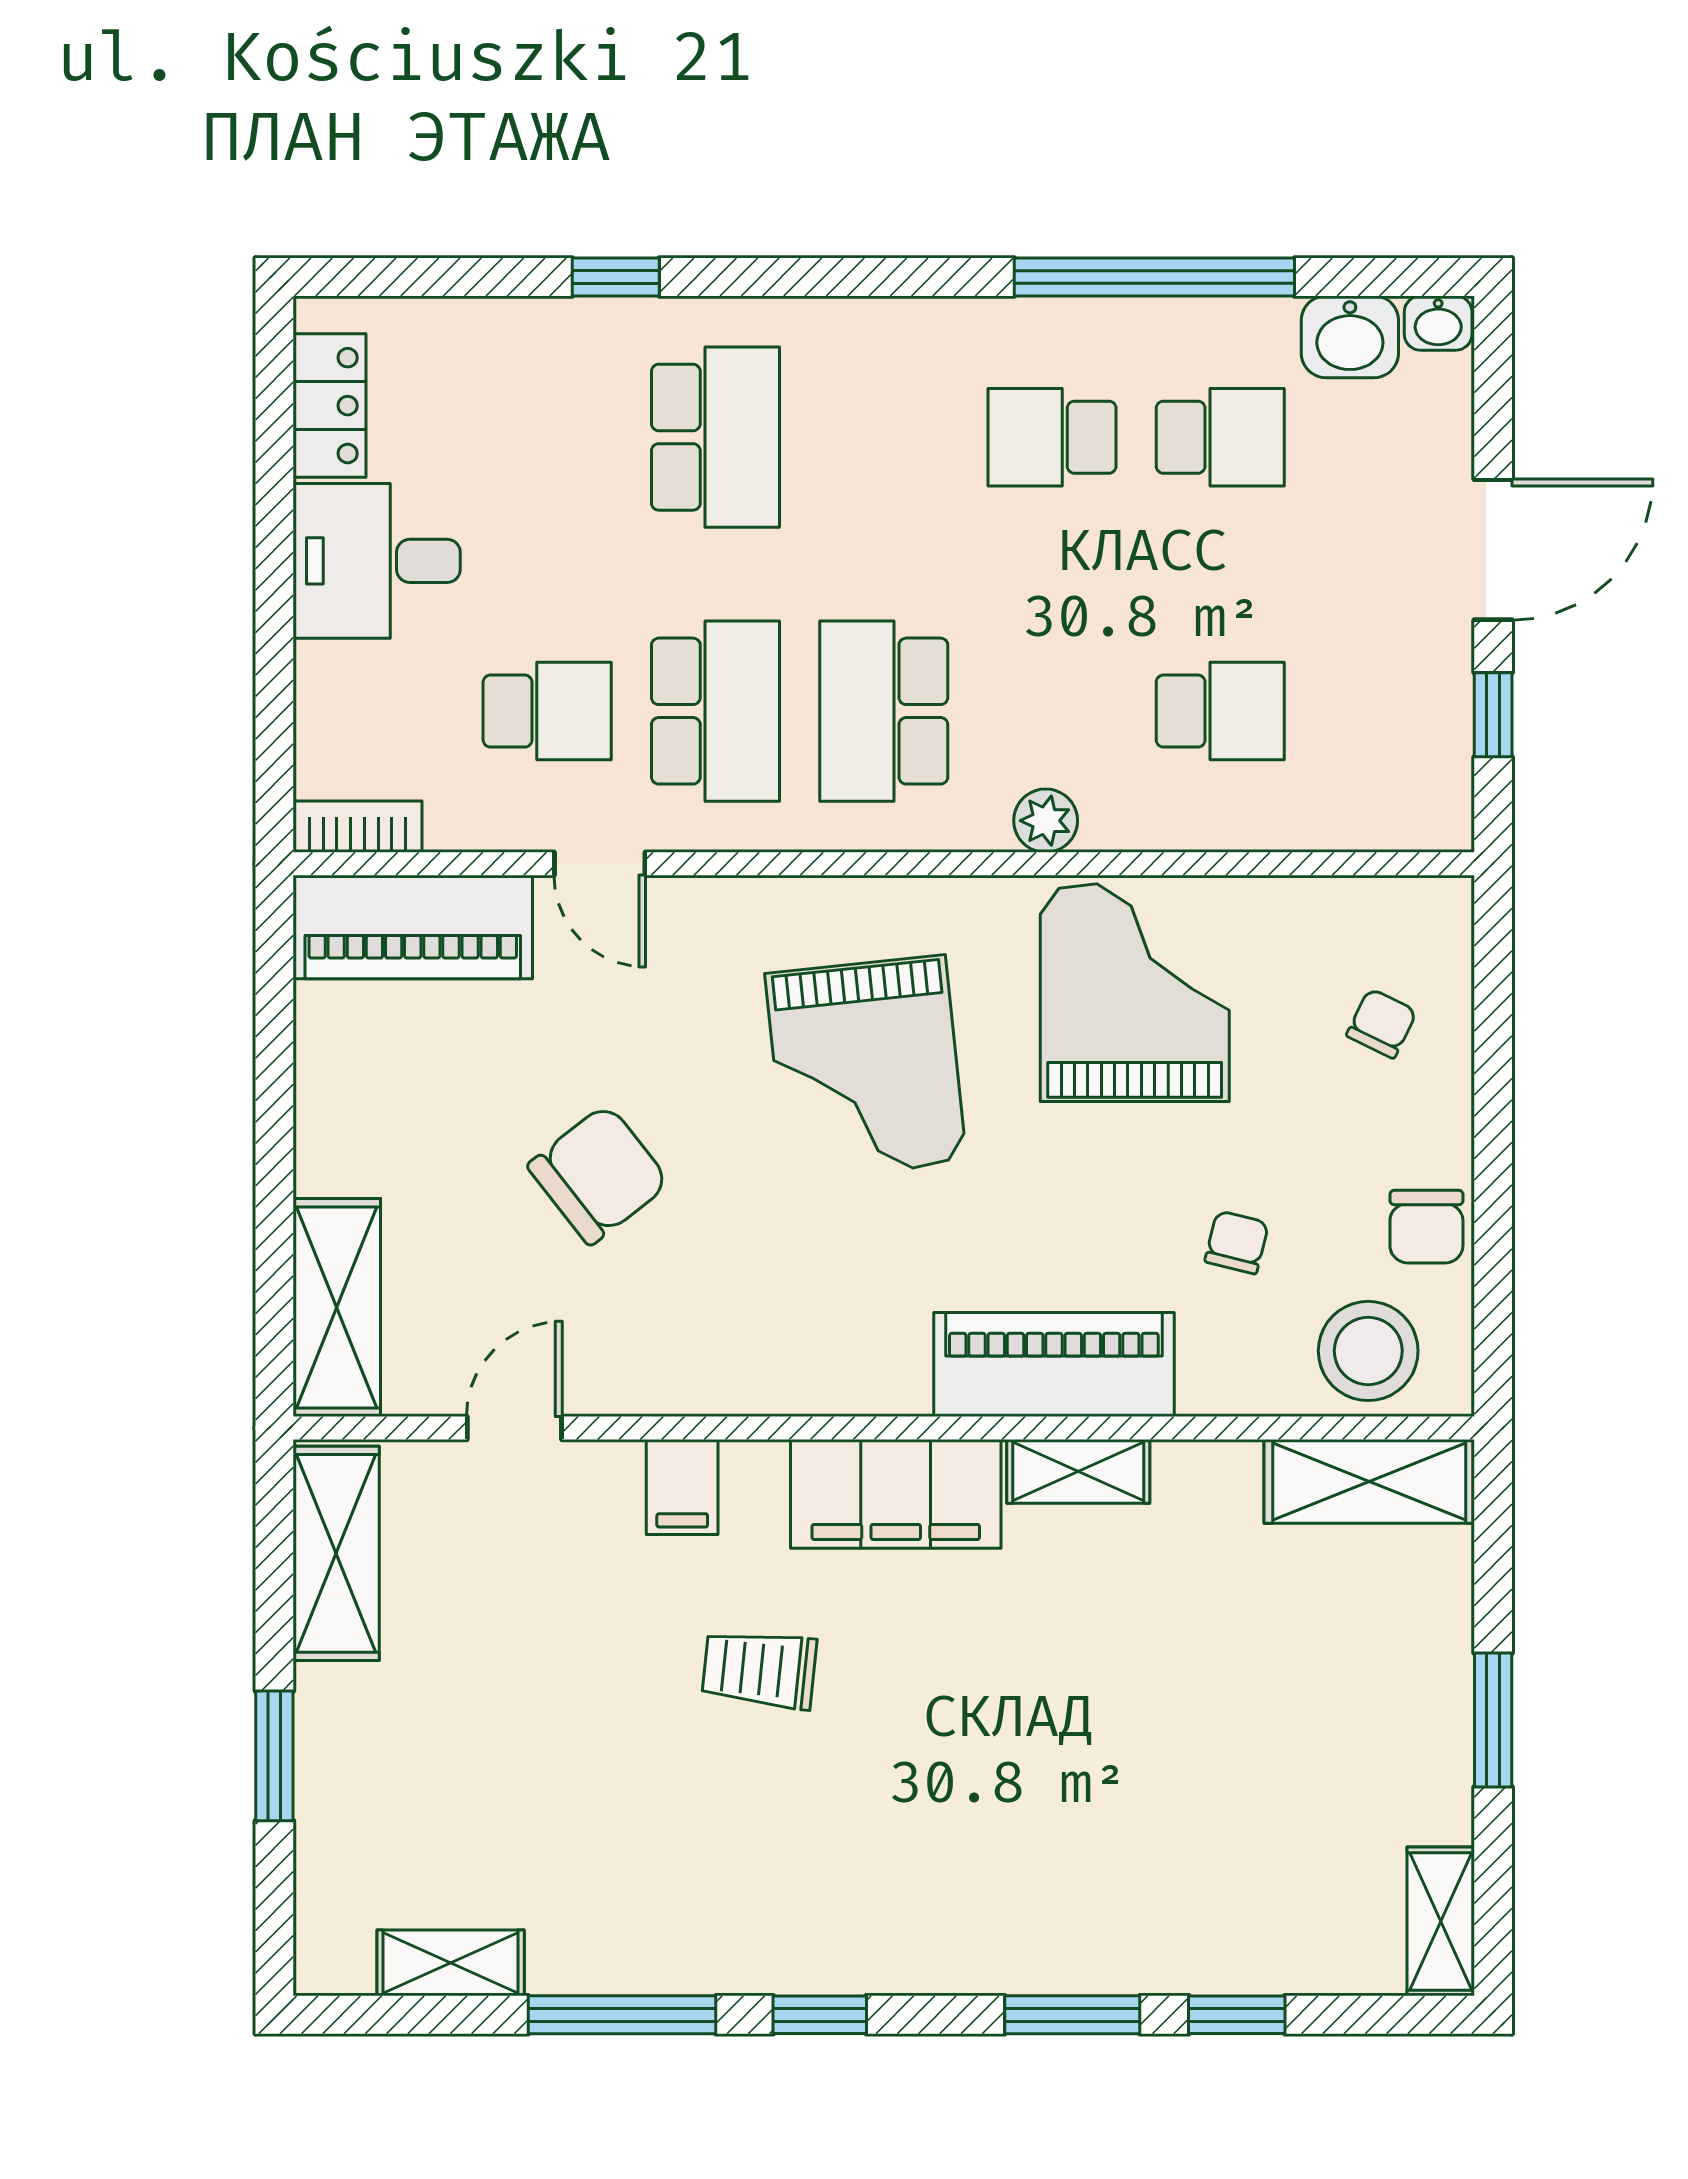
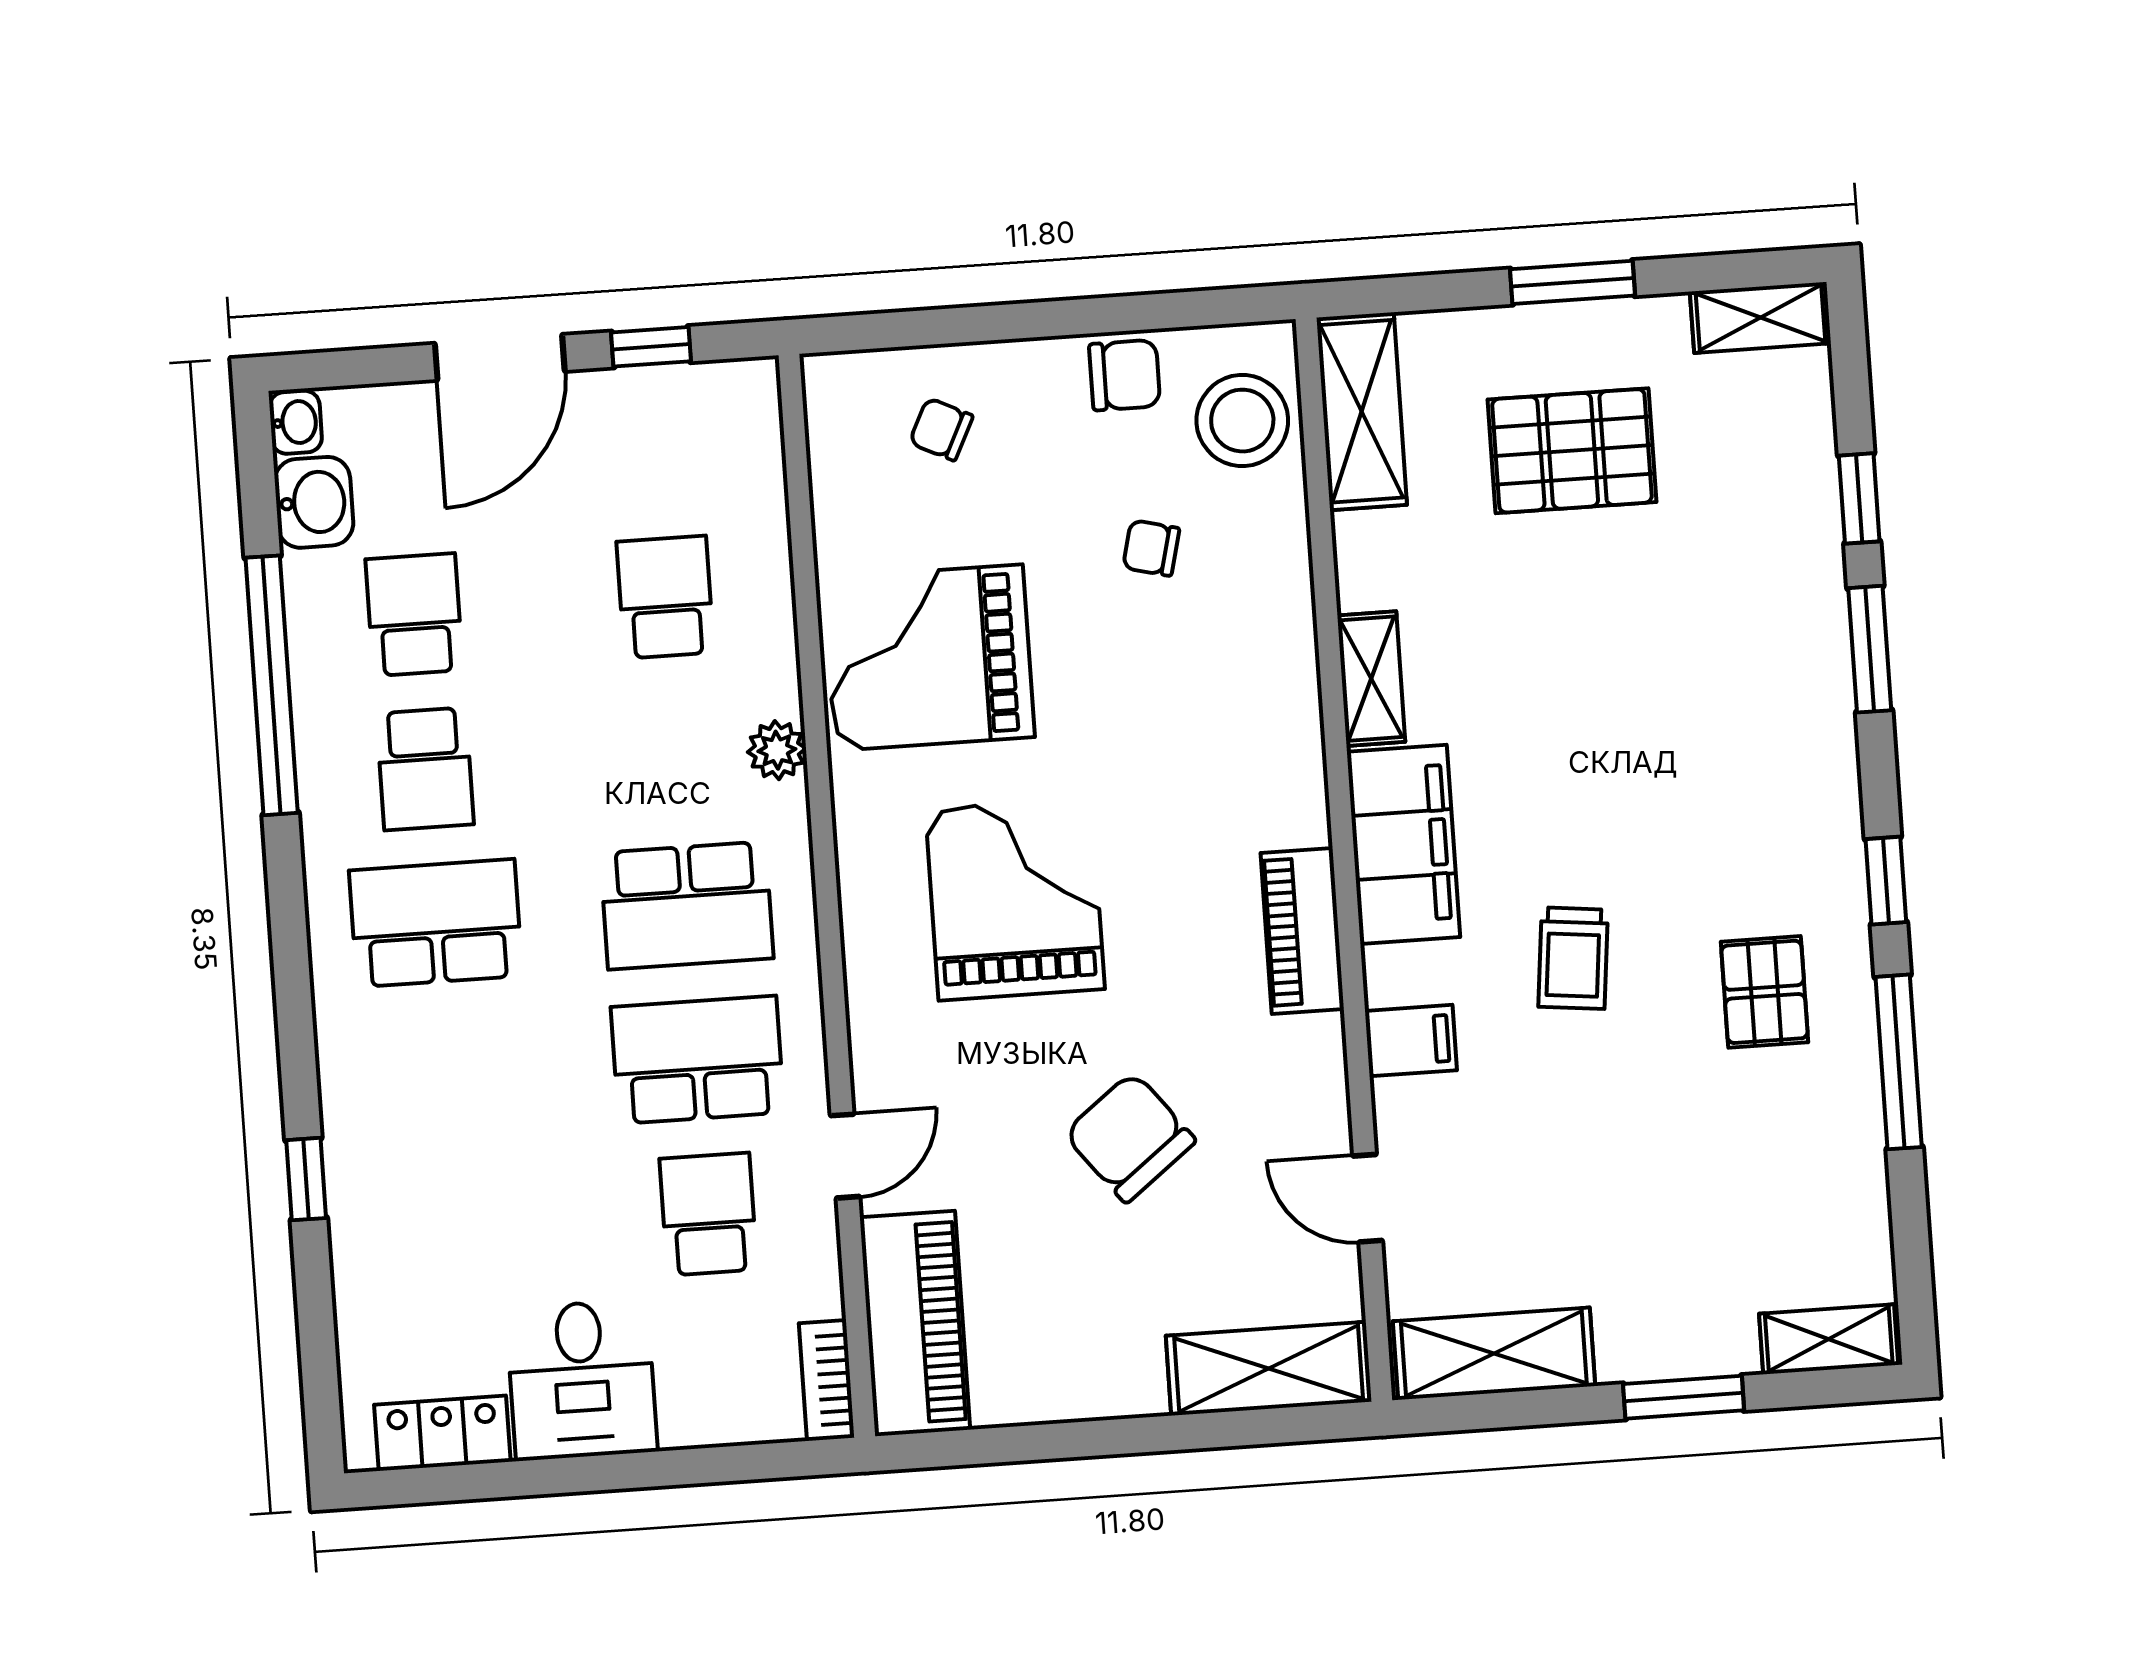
school desk: (715, 437) -> (436, 923), moved
door: (1493, 550) -> (500, 357), swing flipped
grand piano: (866, 1068) -> (1015, 899), turned -84
piano: (1054, 1364) -> (1302, 931), moved, width x0.73, depth x0.75
pallet: (1310, 1707) -> (1572, 451), added
pallet: (708, 1875) -> (1764, 992), added
shelving: (451, 1963) -> (1829, 1339), moved, turned 90

